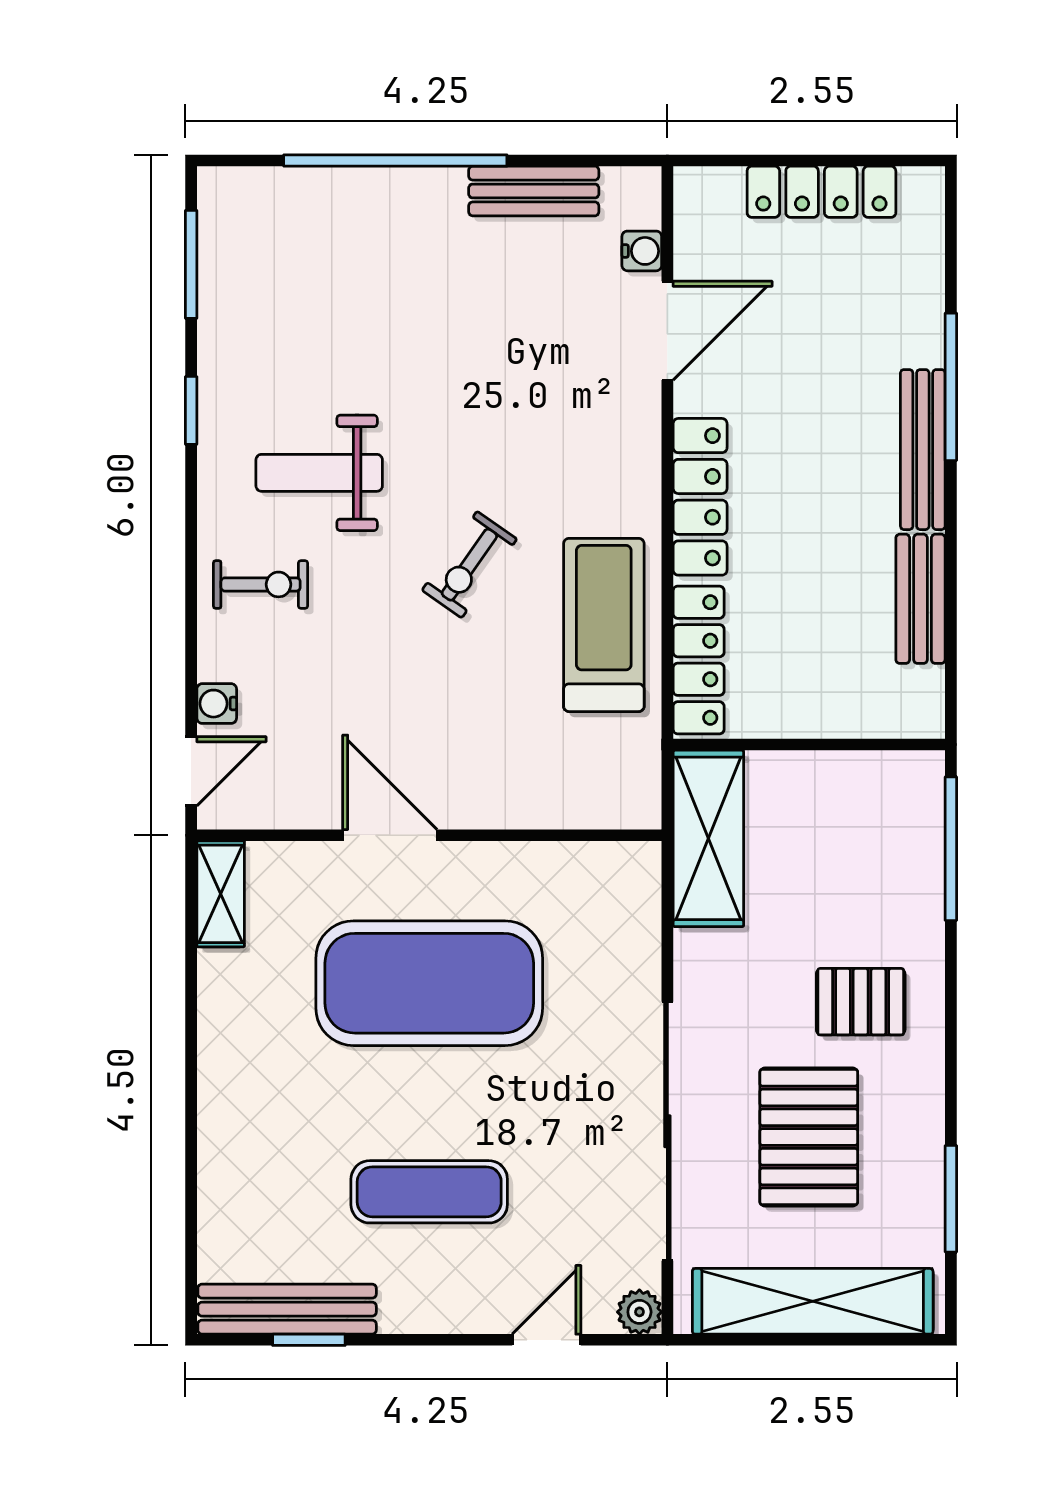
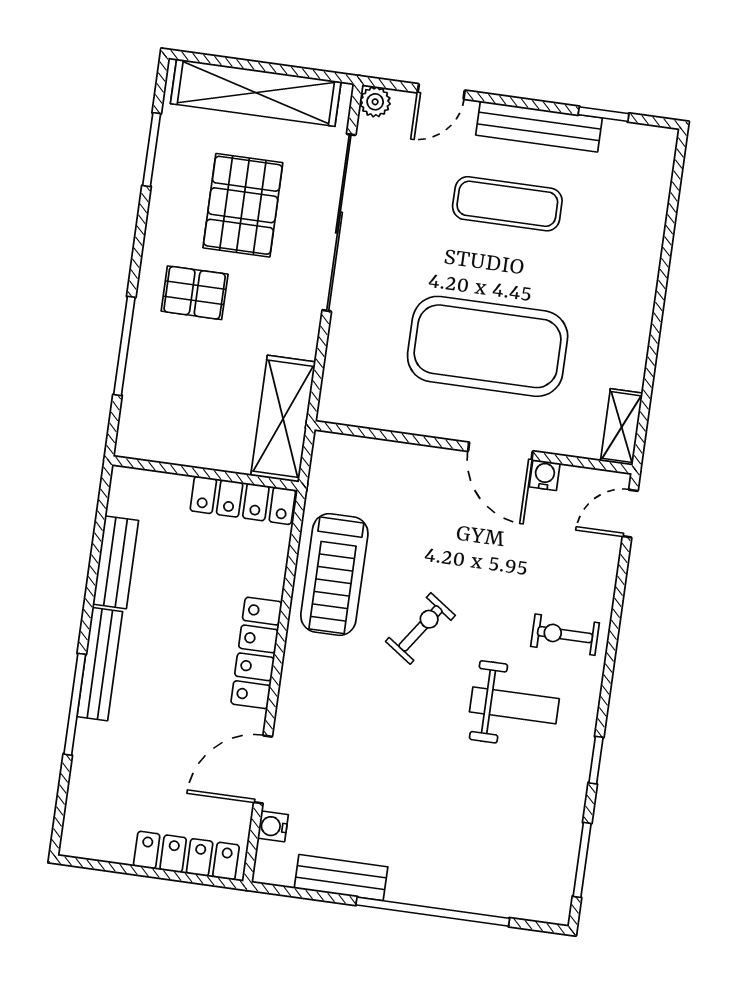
locker: (821, 192) -> (186, 856), moved
locker: (699, 660) -> (243, 500), moved, turned -90
water cooler: (217, 704) -> (545, 475), moved, turned -90
window: (951, 849) -> (124, 346), moved
bench: (287, 1309) -> (539, 126), moved

